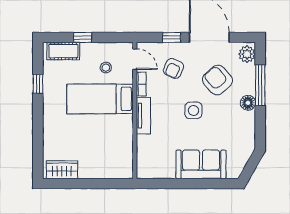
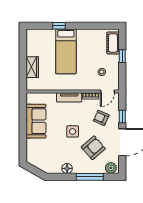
window: (38, 84) -> (59, 26), moved
bed: (100, 99) -> (66, 51), moved, turned 180
floor lamp: (248, 103) -> (67, 168), moved
sofa: (201, 164) -> (36, 121), moved
wardrobe: (62, 170) -> (32, 67), moved

